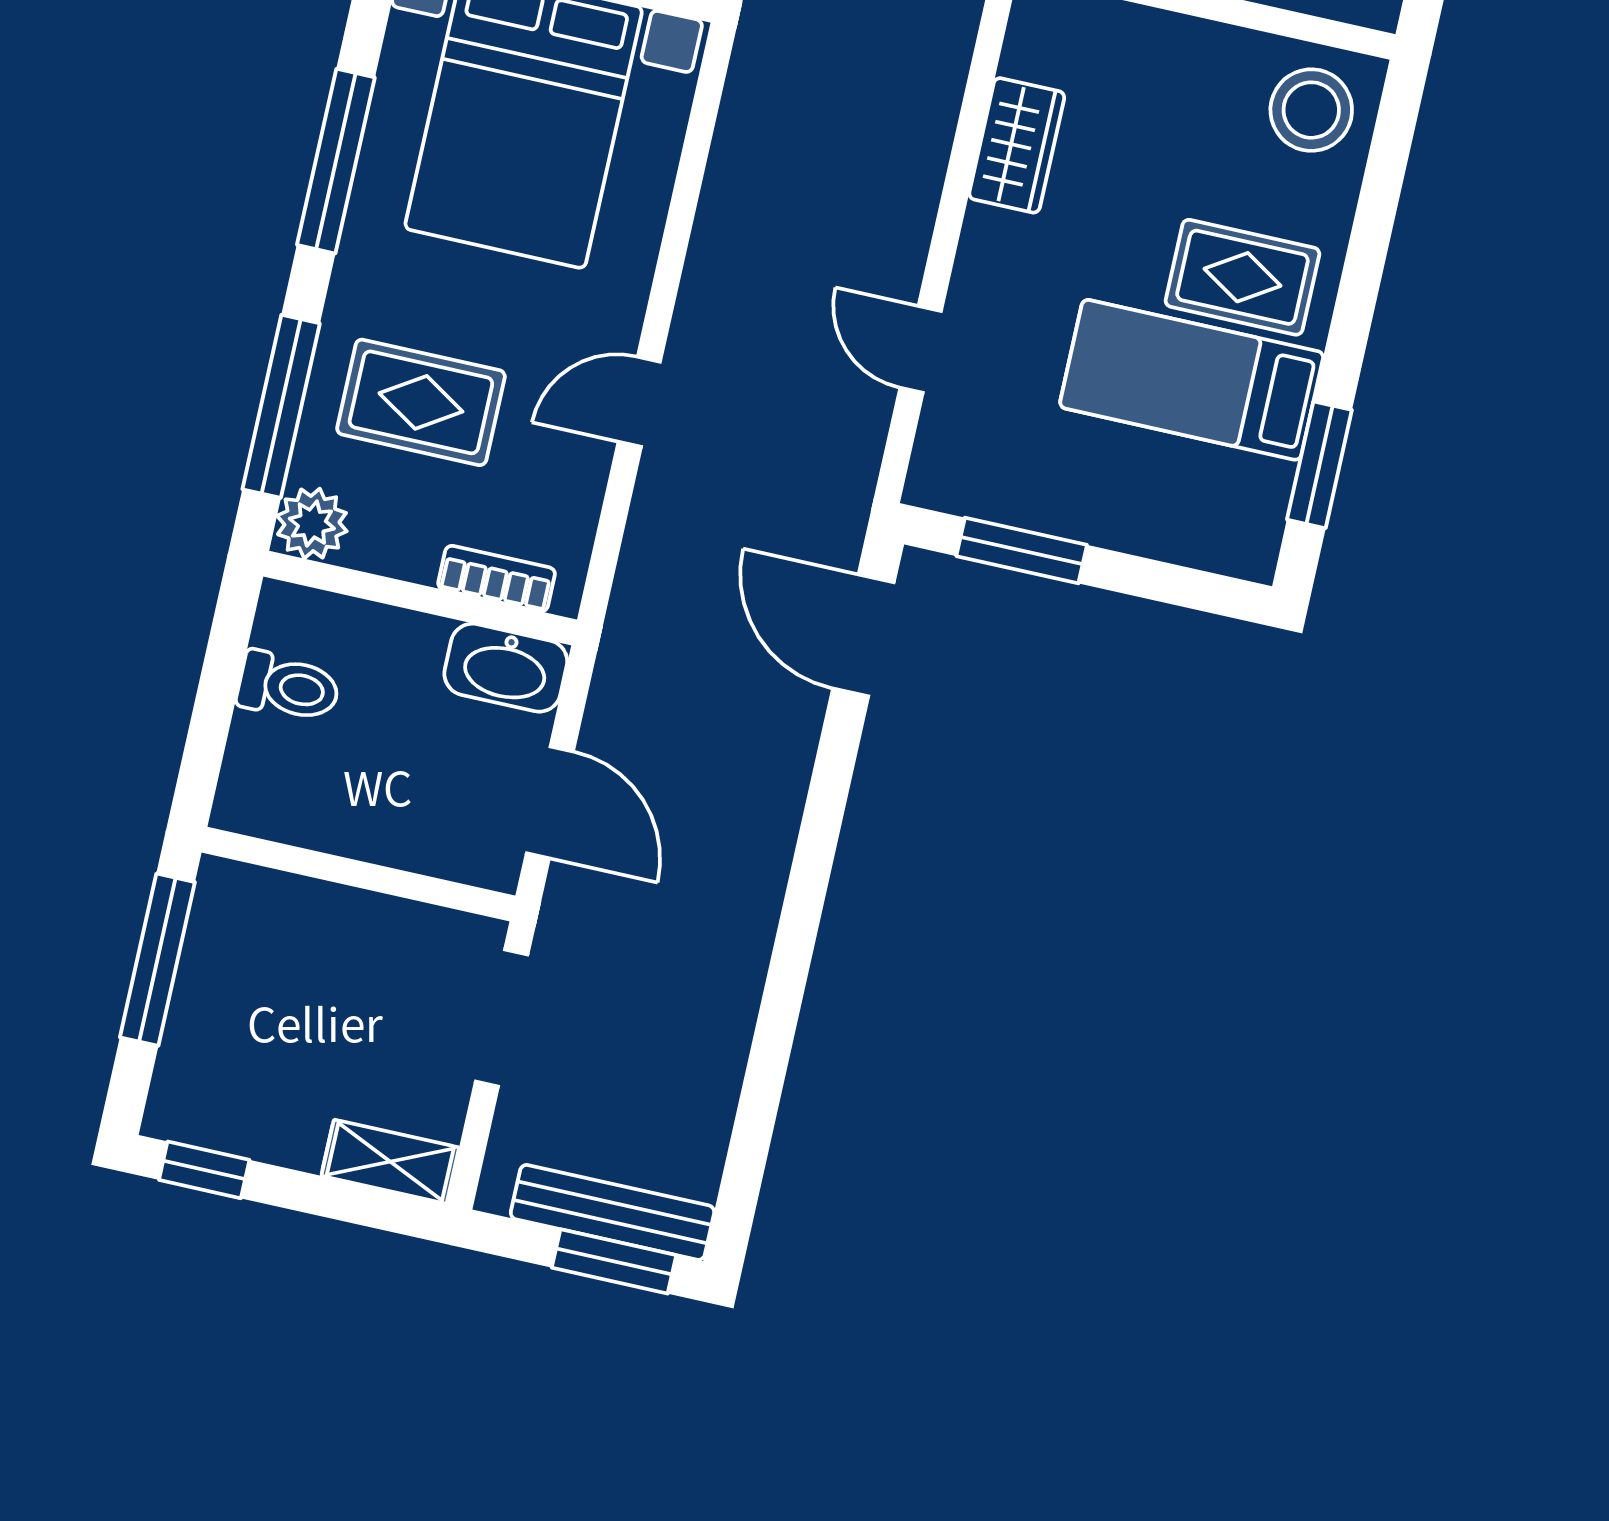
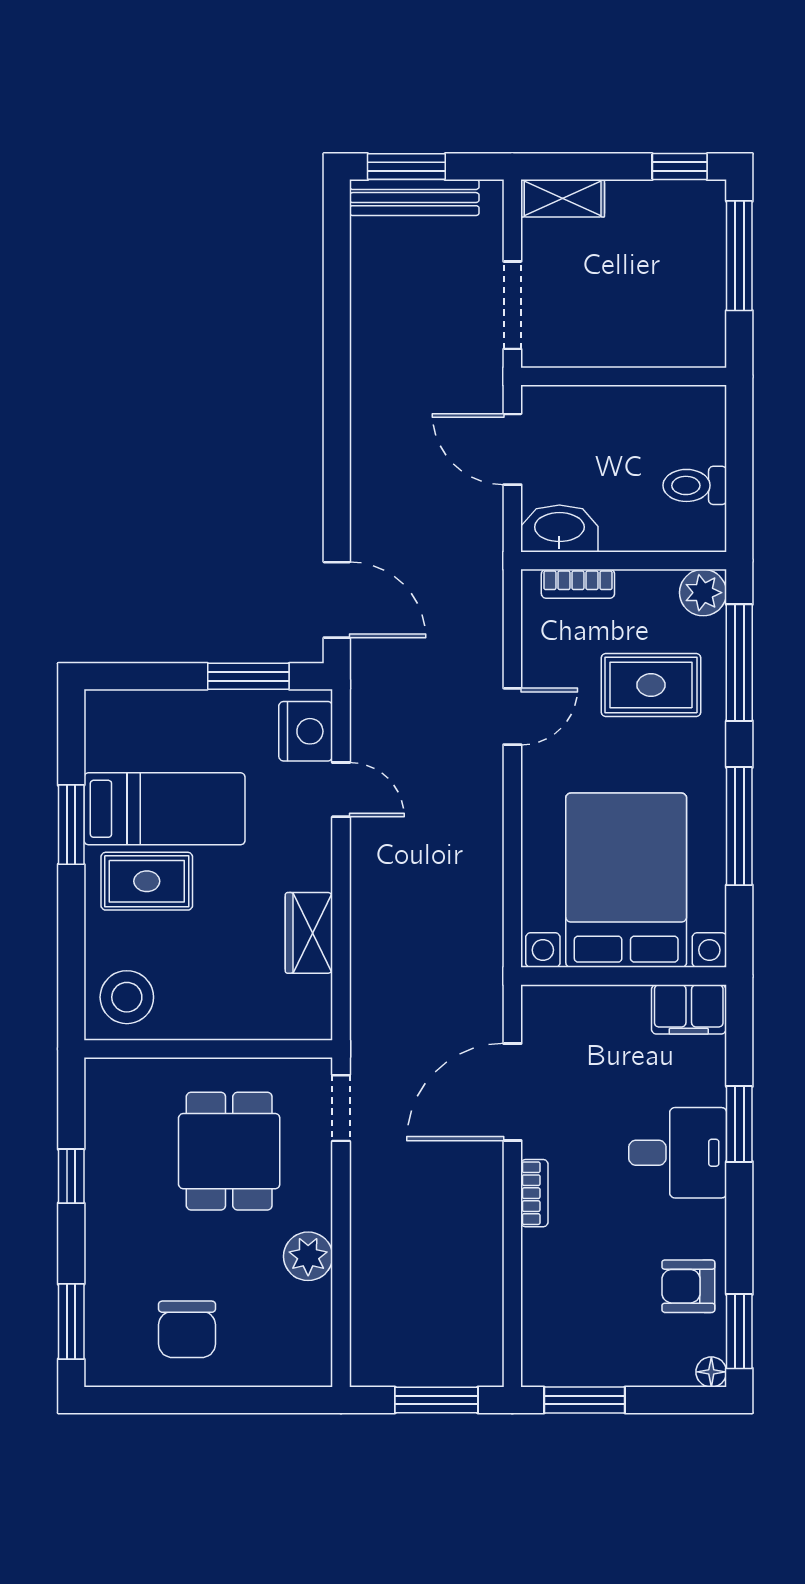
nightstand: (954, 449) -> (306, 731), added
window: (1319, 465) -> (71, 825), moved
window: (157, 960) -> (739, 256), moved

